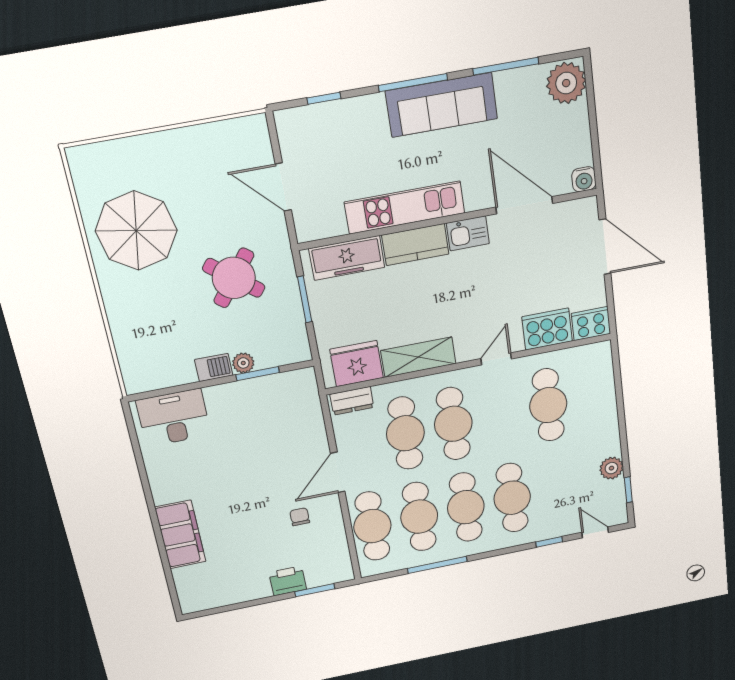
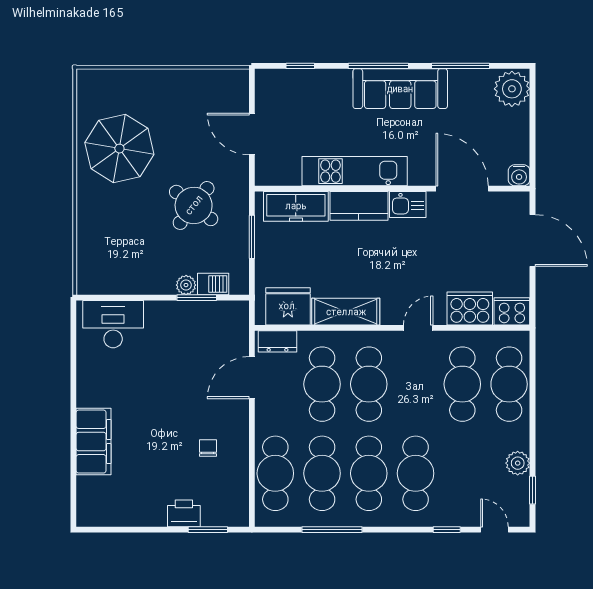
barbecue: (214, 368) -> (213, 284), moved
cafe table: (595, 396) -> (509, 384), added
door: (338, 472) -> (252, 378), moved

